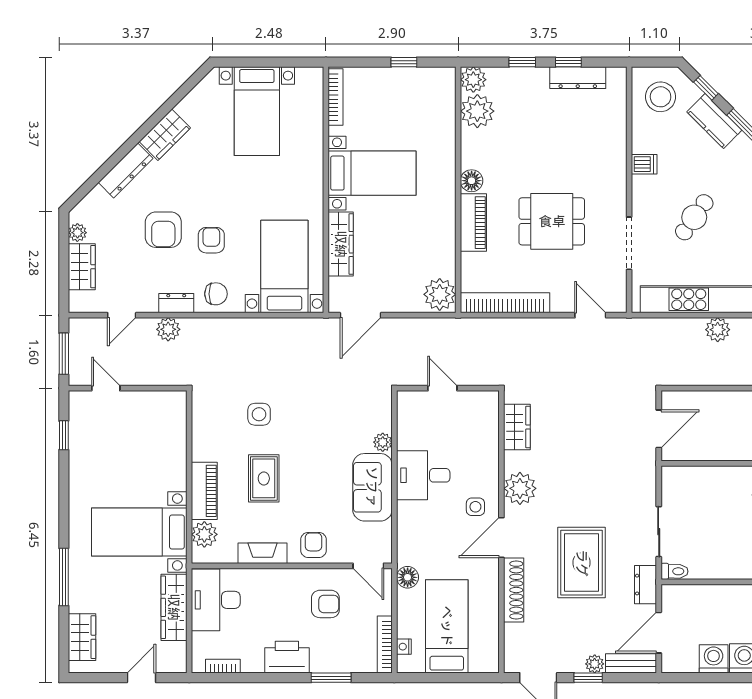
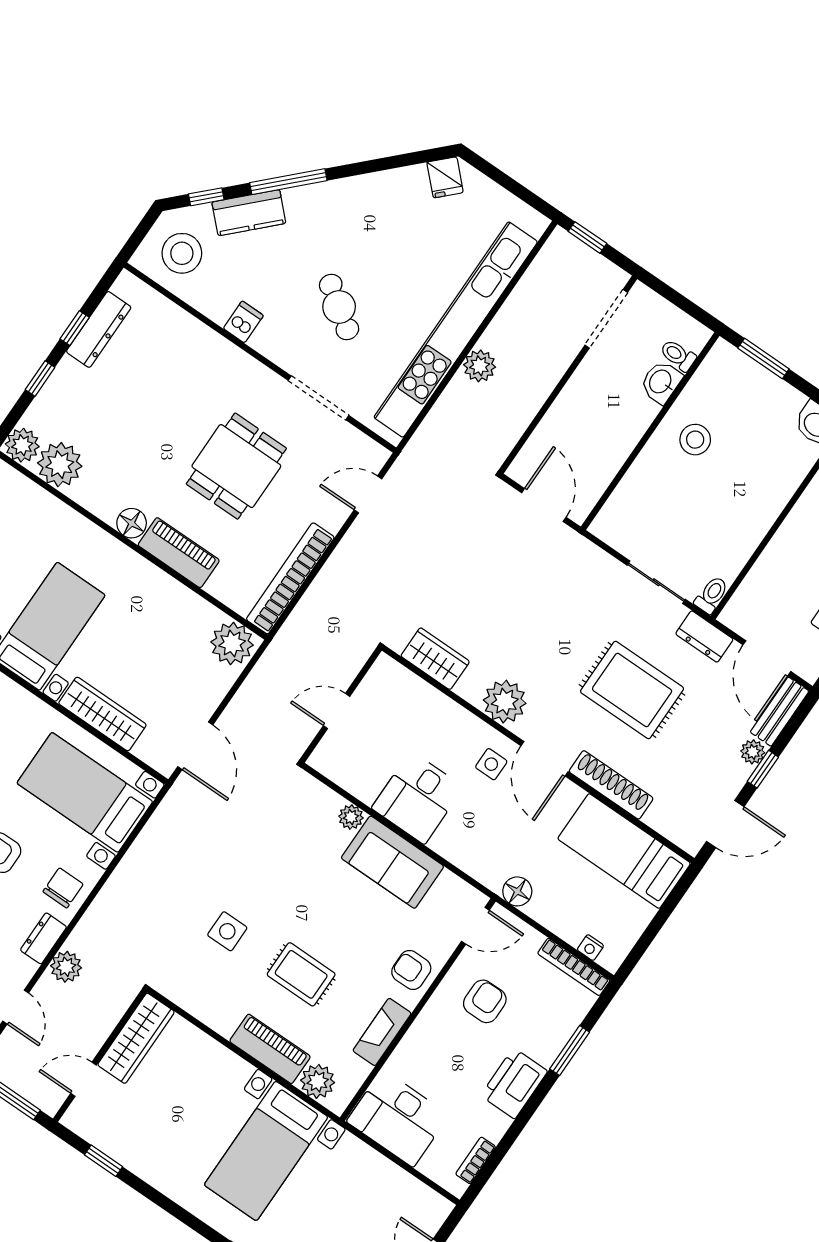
wardrobe: (174, 607) -> (136, 1038), moved, turned -90
bed: (447, 626) -> (624, 851), moved

